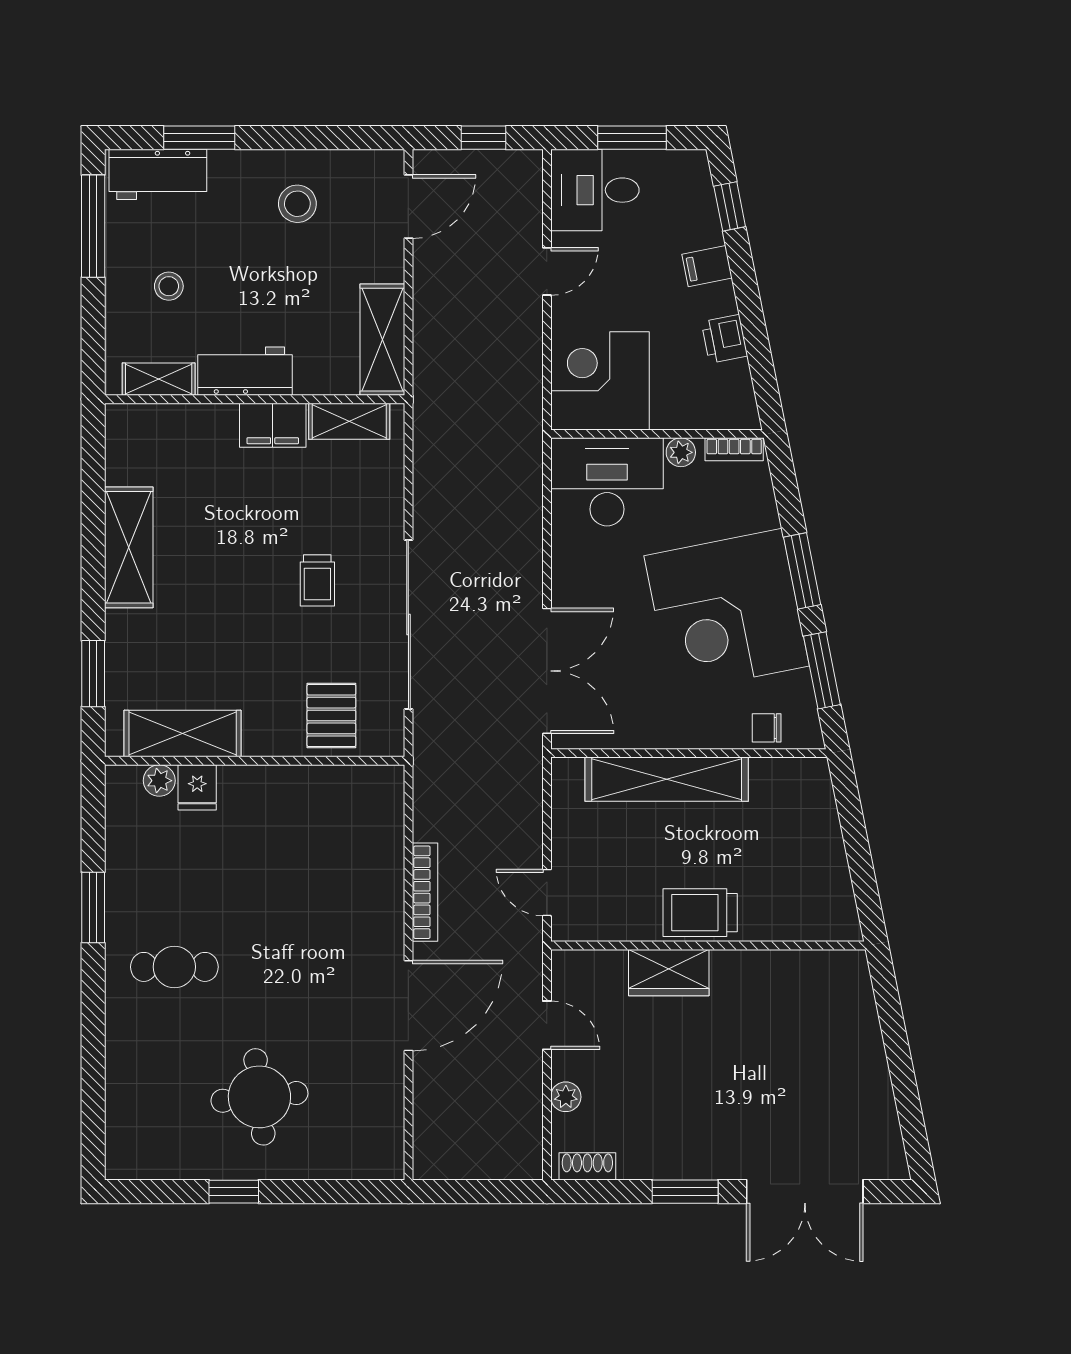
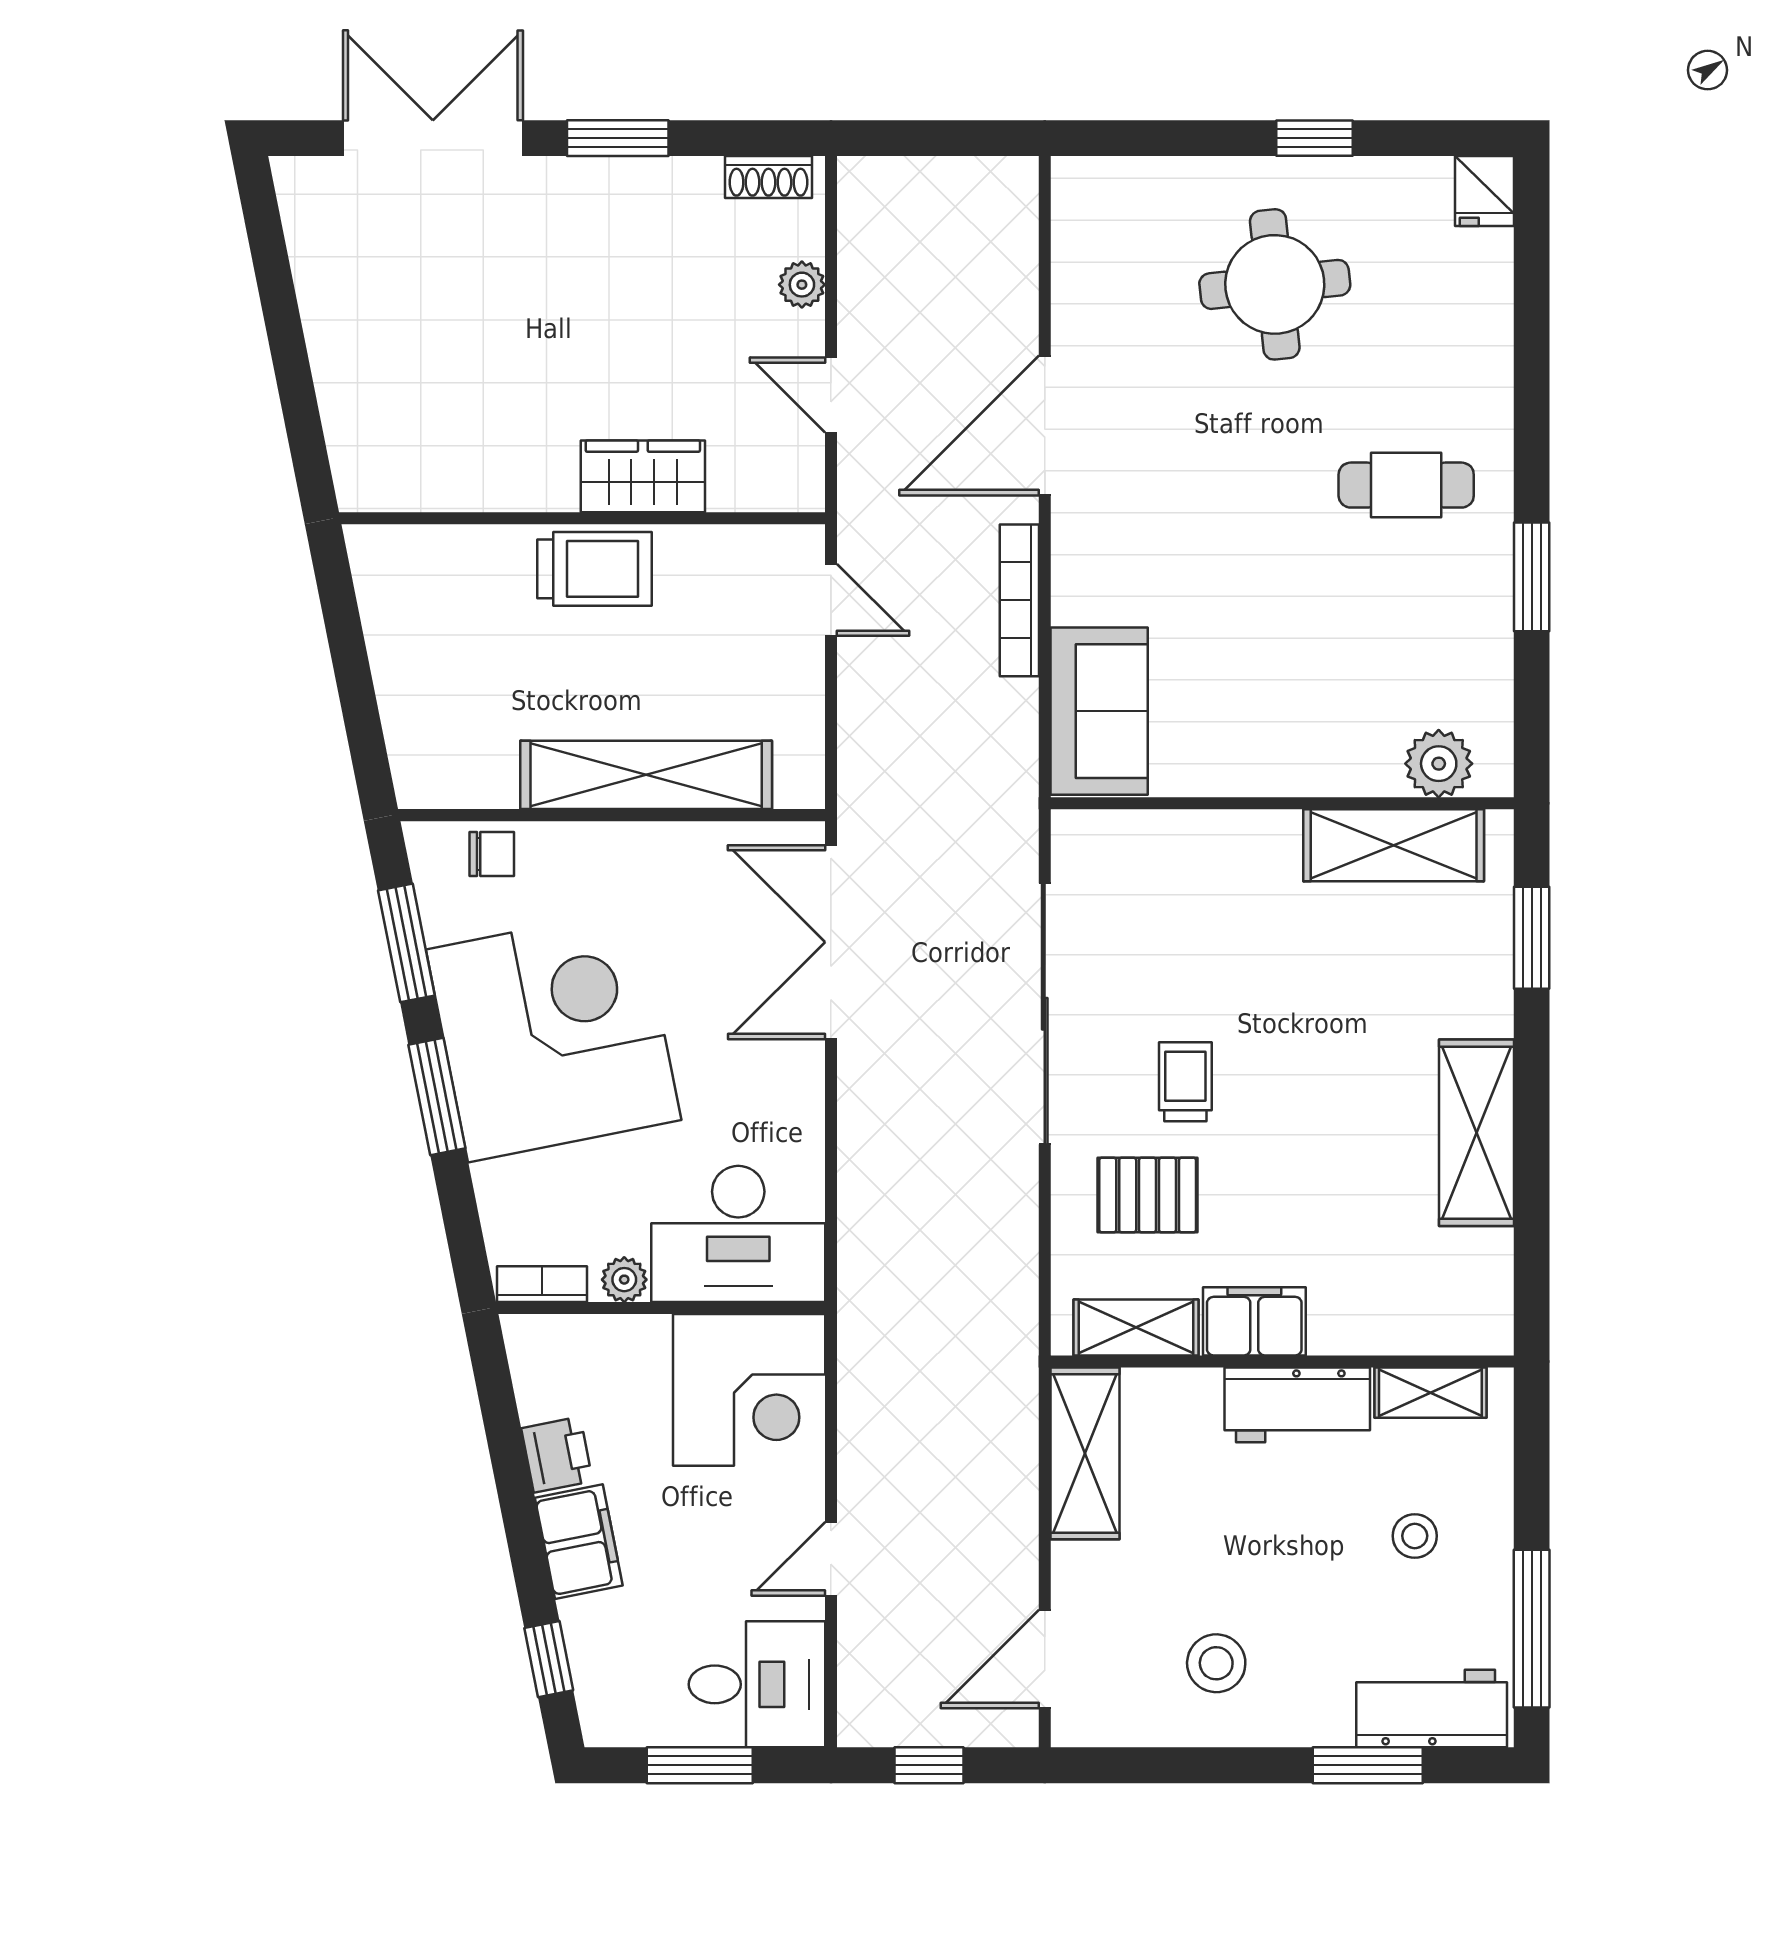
filing cabinet: (707, 266) -> (579, 1542), width x2.00
pallet: (331, 716) -> (1148, 1195), moved, turned 90
plant: (159, 781) -> (1439, 764), width x1.38, depth x1.38
fridge: (197, 787) -> (1484, 191), moved, turned 180
sofa: (373, 820) -> (1099, 711), added

